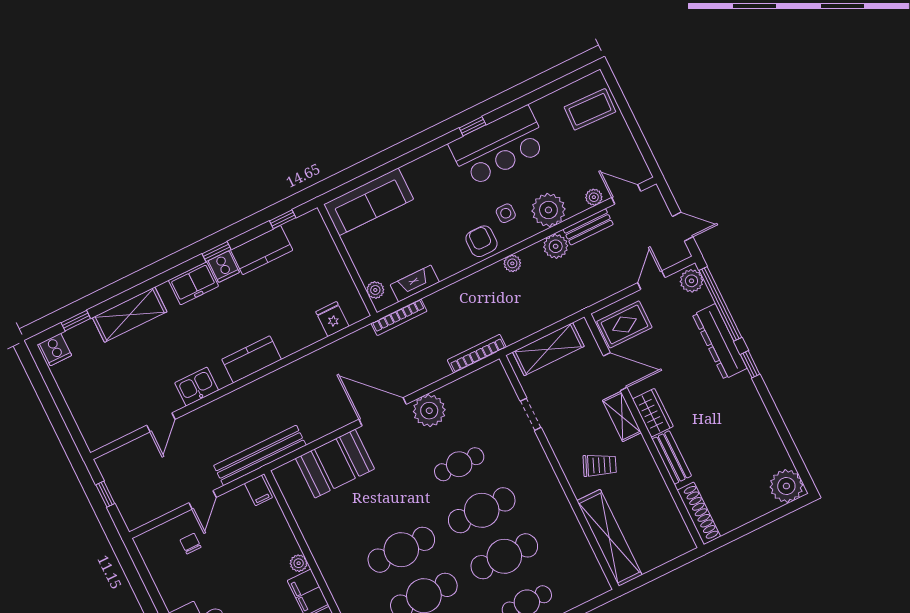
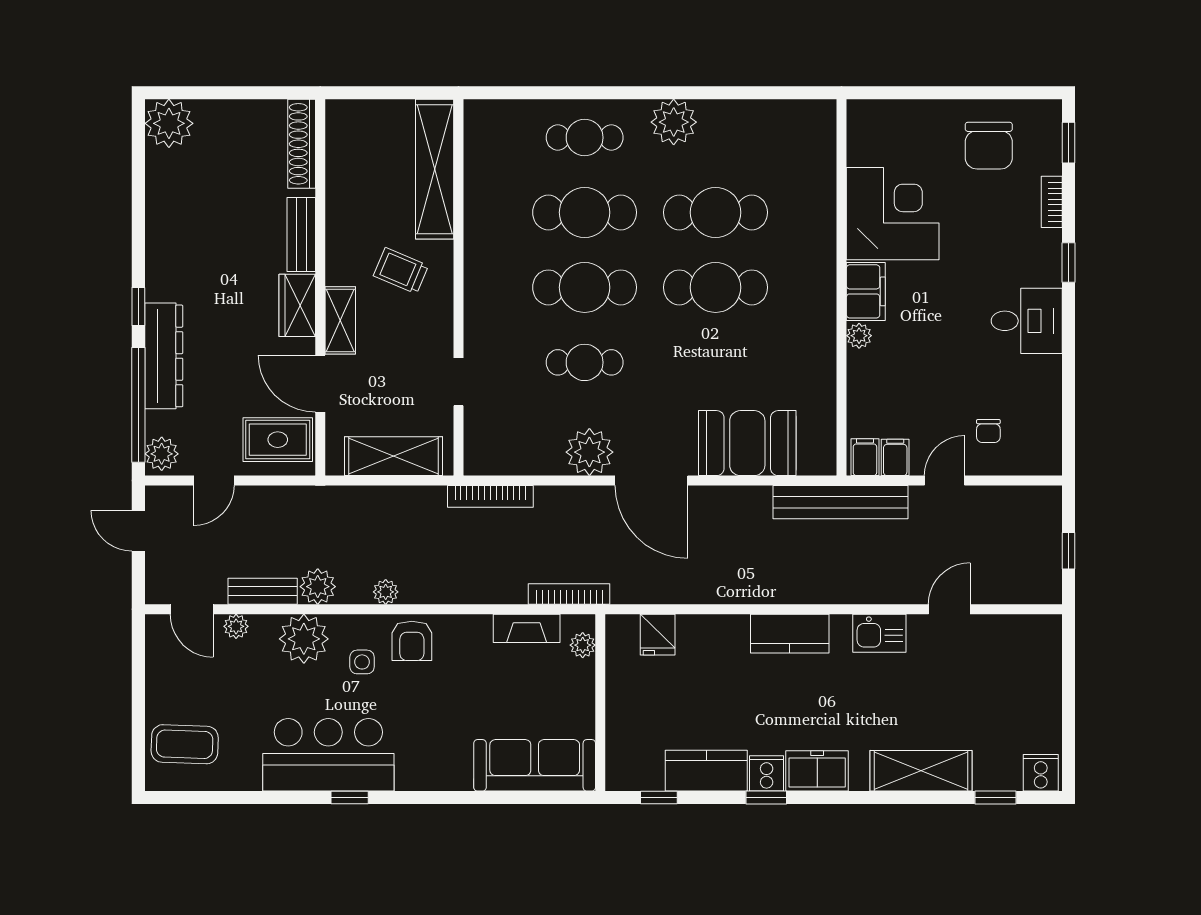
filing cabinet: (240, 499) -> (895, 457), added

